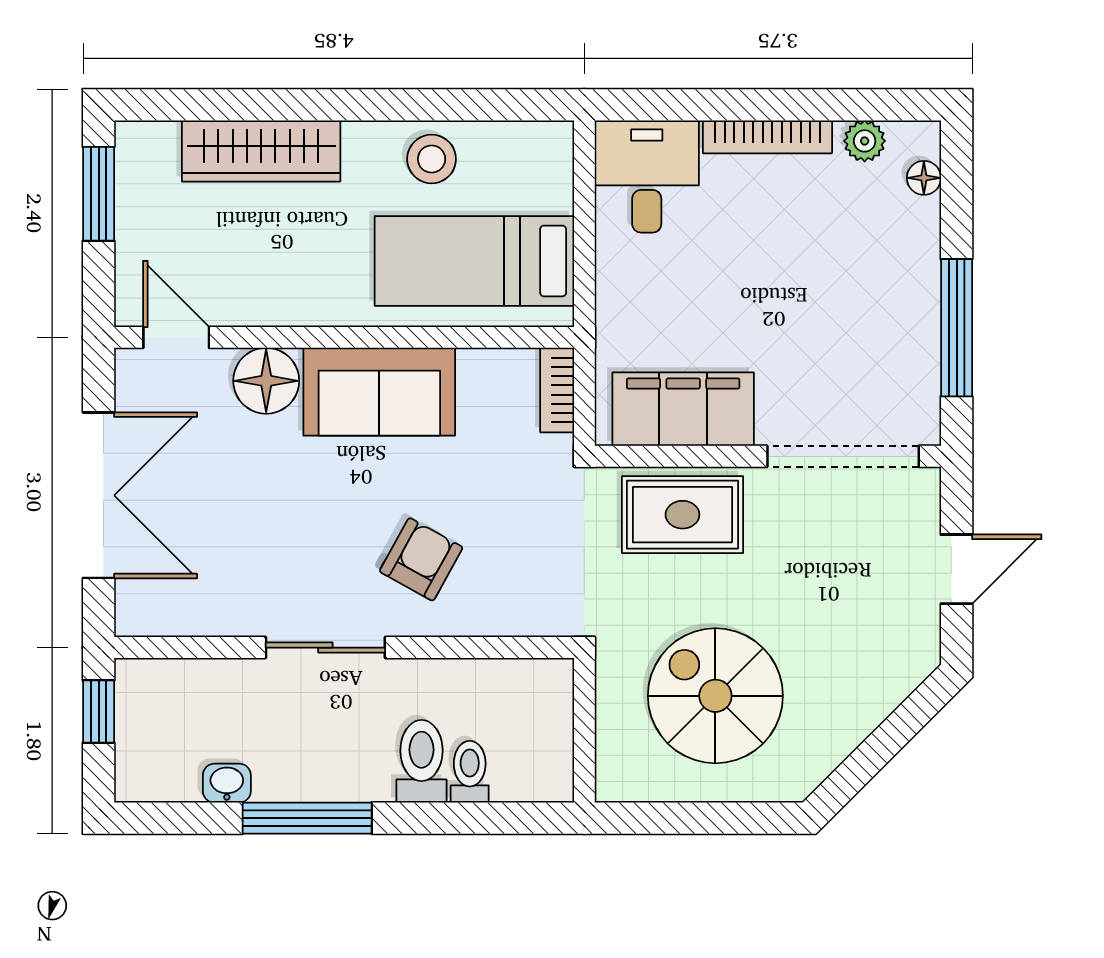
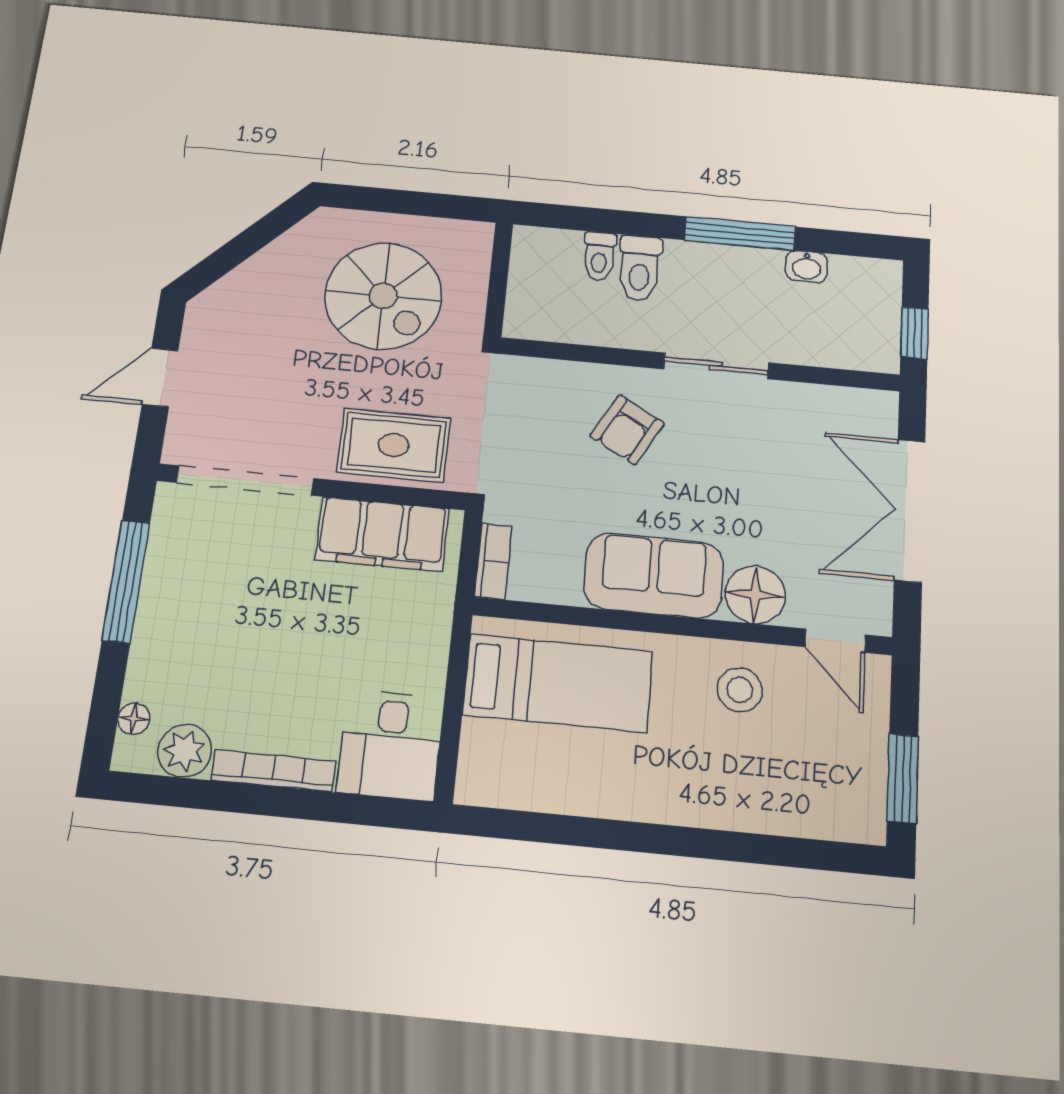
plant: (865, 141) -> (185, 751), width x1.38, depth x1.38
wardrobe: (261, 151) -> (749, 804), removed
stool: (432, 159) -> (740, 690), moved

